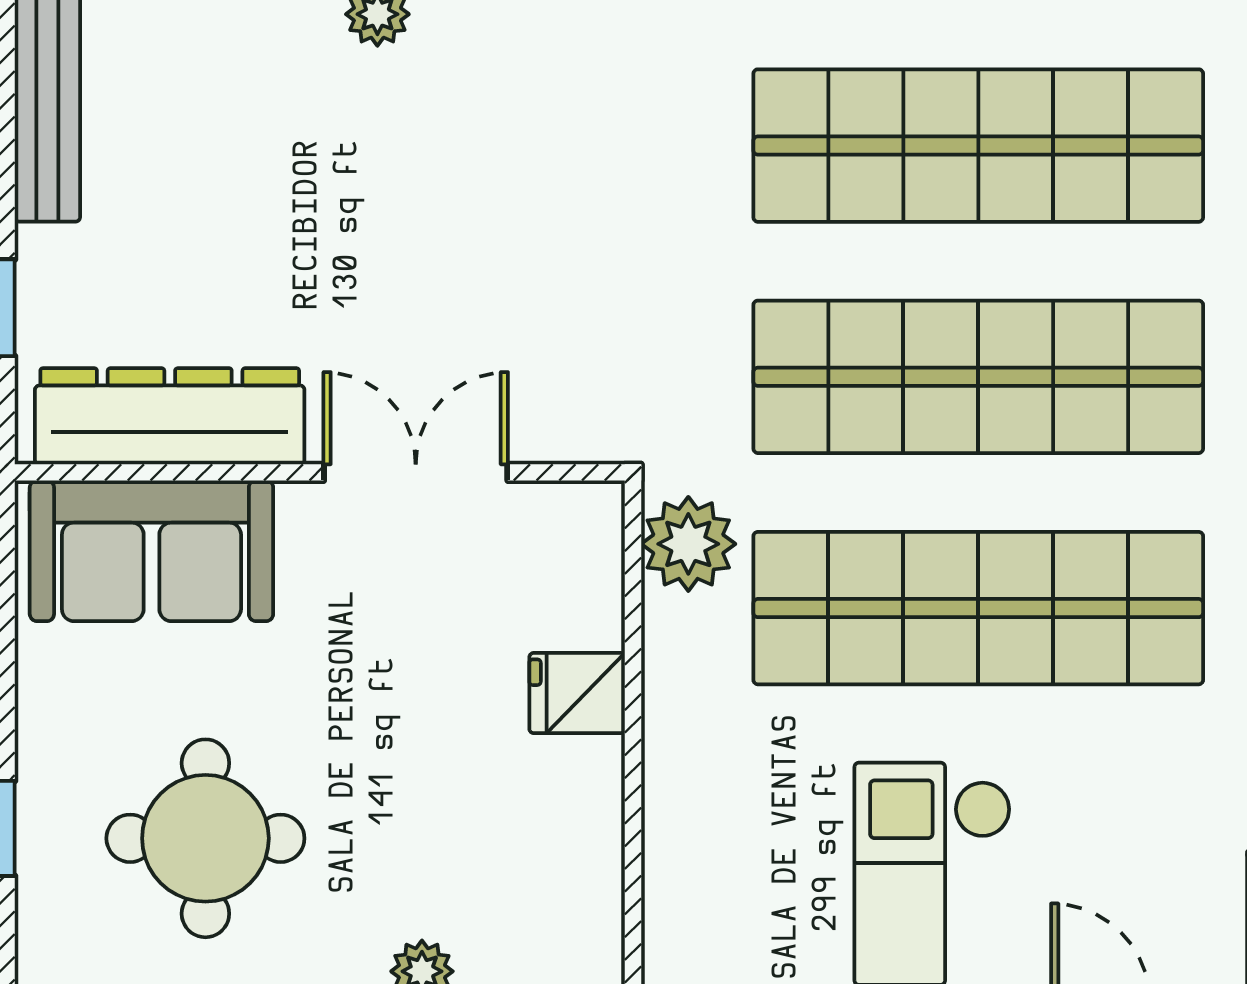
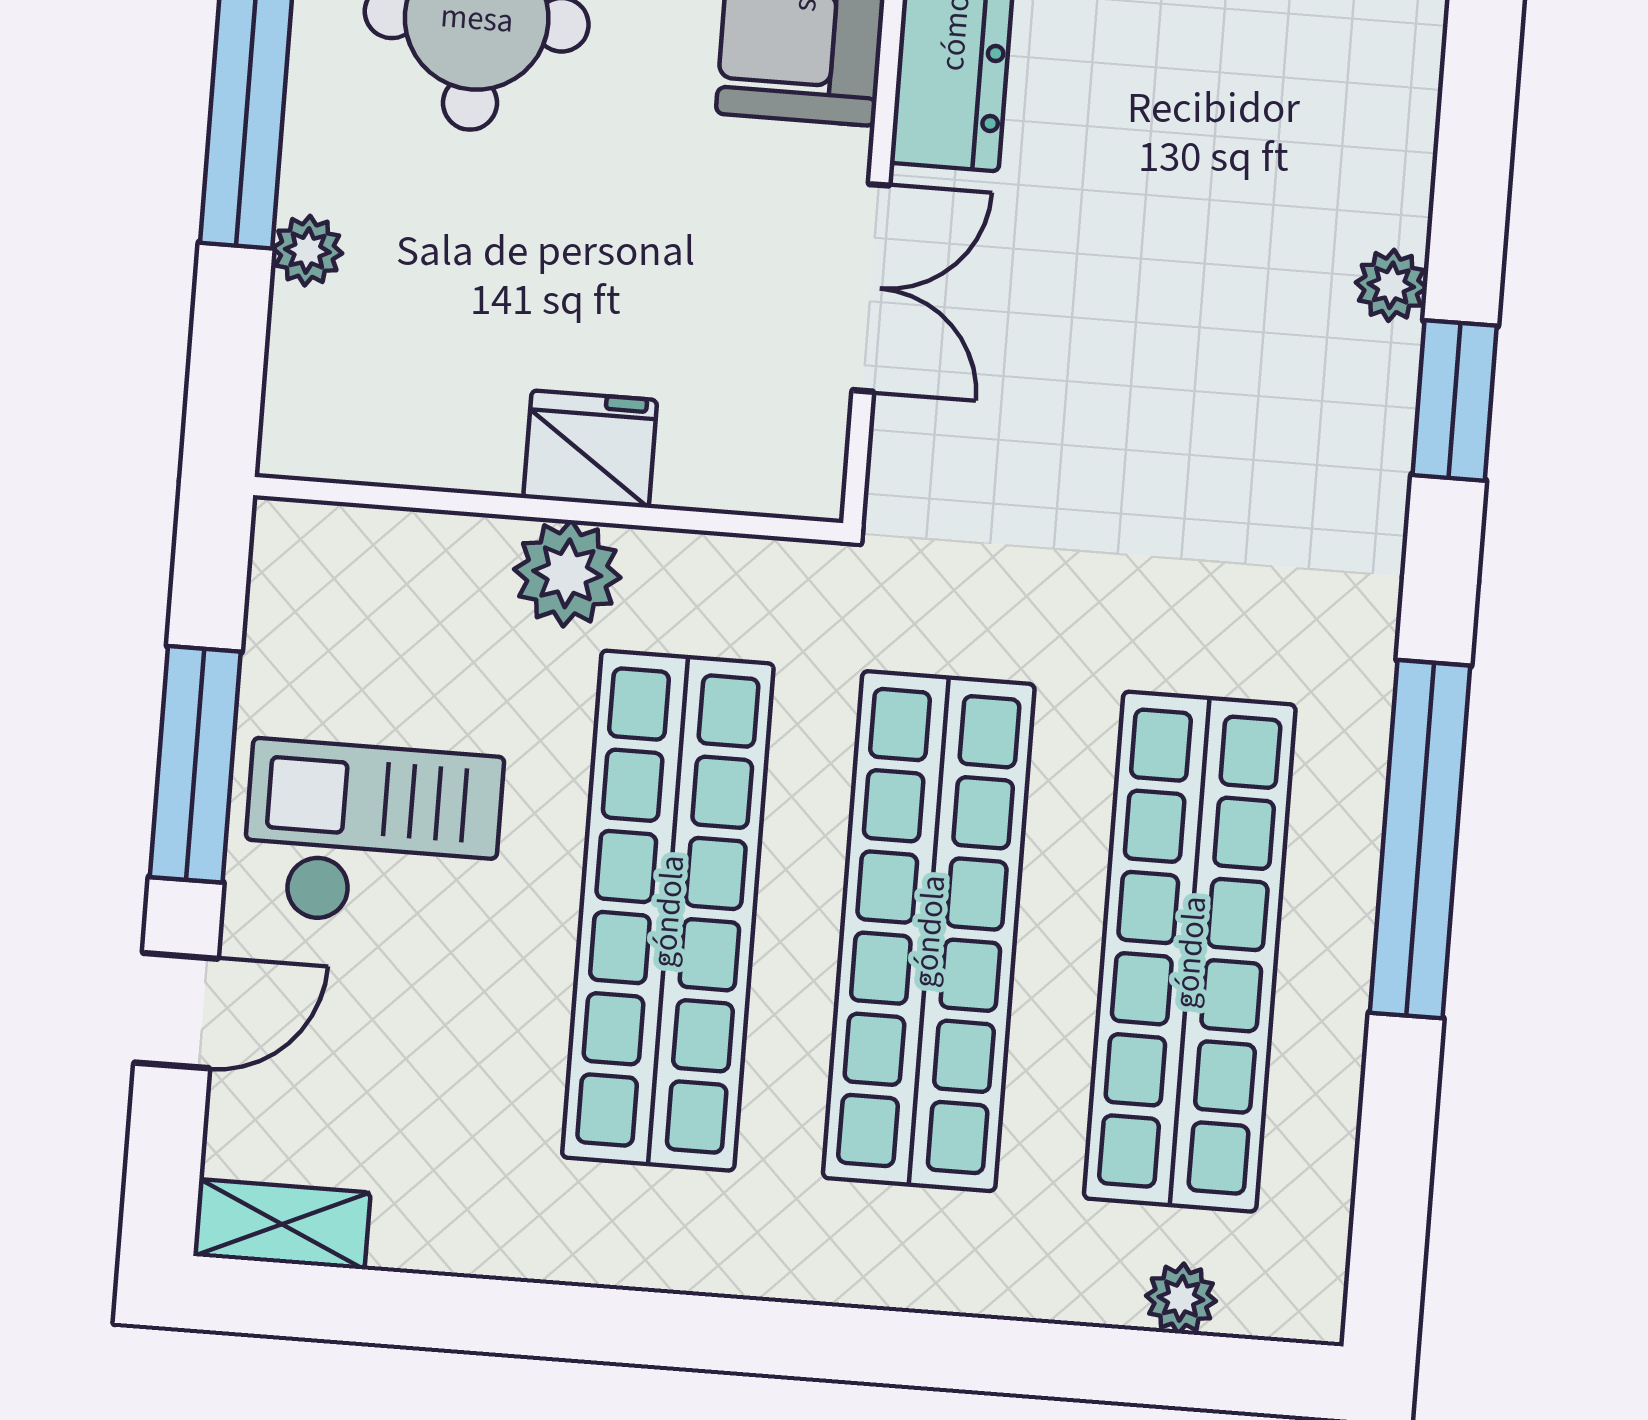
plant: (688, 544) -> (567, 573), moved
fridge: (577, 693) -> (590, 449), width x1.38

